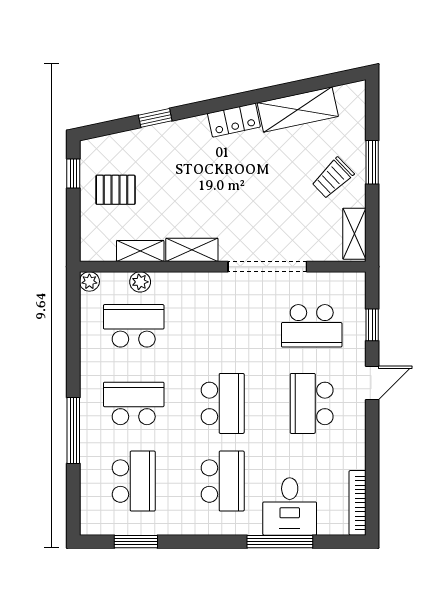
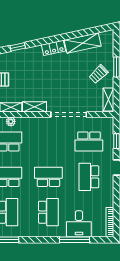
school desk: (223, 403) -> (48, 177), turned -90

